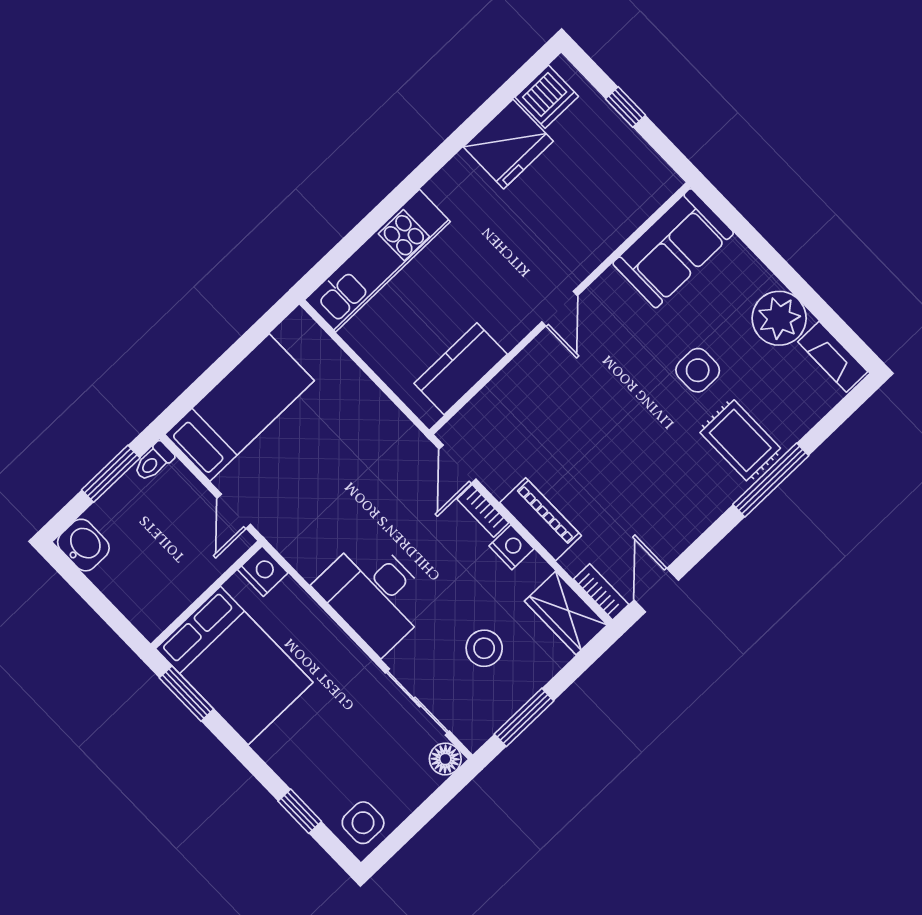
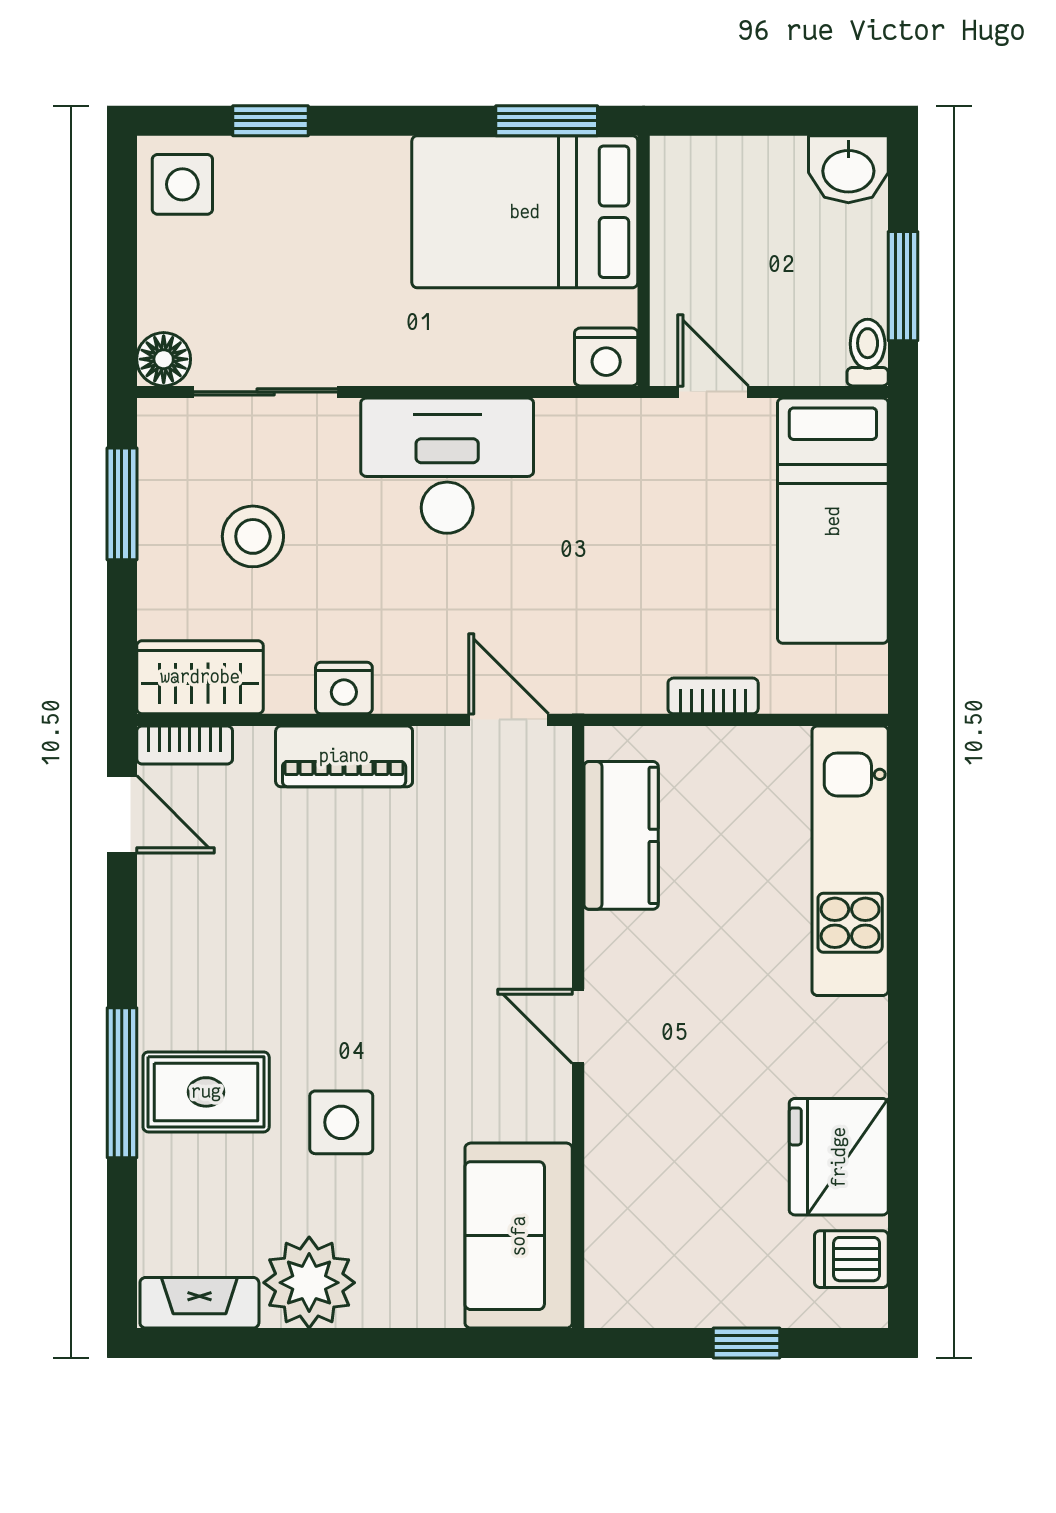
dishwasher: (547, 97) -> (851, 1259), width x0.73
bookcase: (483, 511) -> (713, 696), moved

